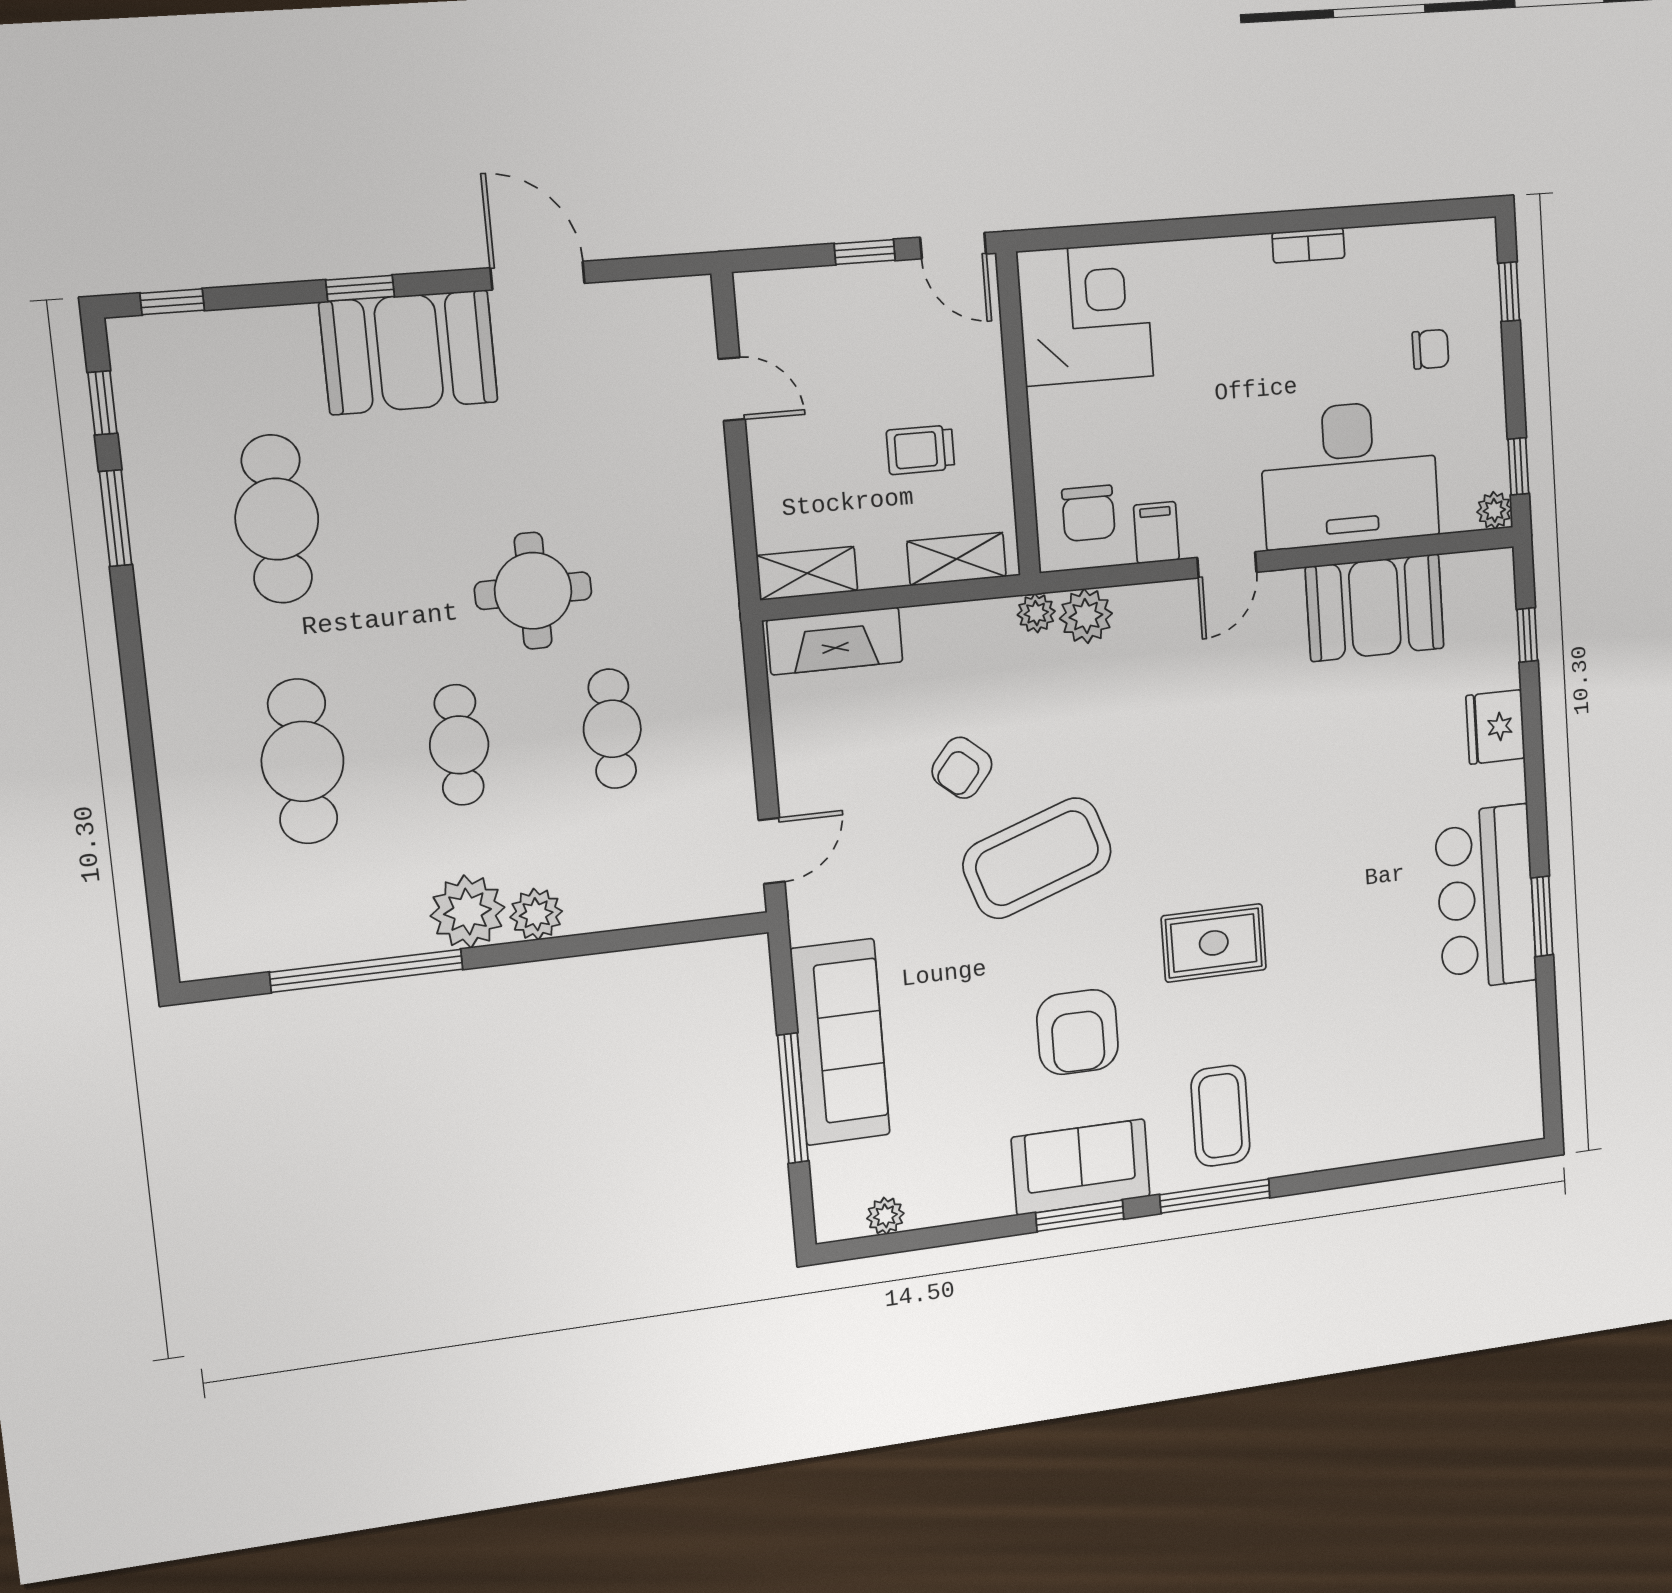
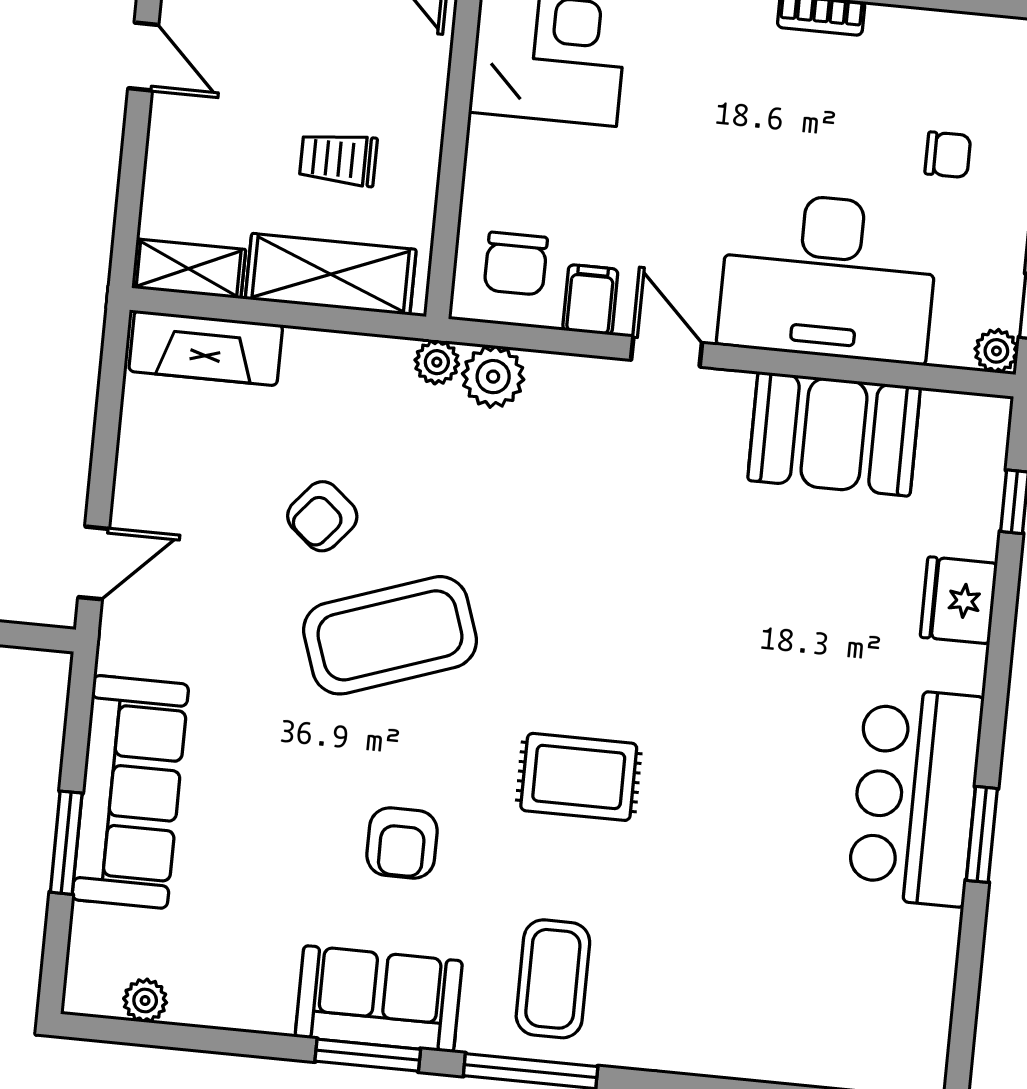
shelving: (957, 559) -> (331, 274), width x1.50, depth x1.33
door: (1227, 565) -> (666, 351), swing flipped
armchair: (1078, 1032) -> (402, 843), width x0.72, depth x0.72
window: (793, 1098) -> (66, 843), width x0.69

